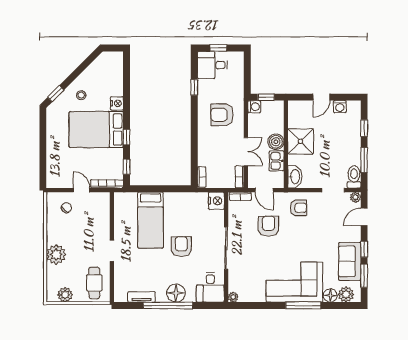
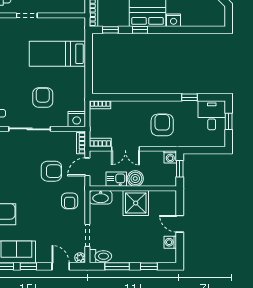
armchair: (181, 247) -> (43, 98), moved, turned -90

